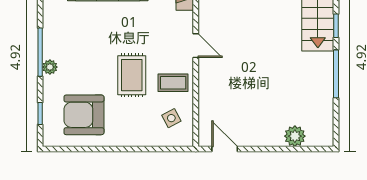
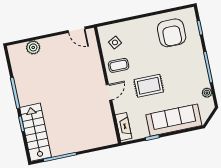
door: (196, 46) -> (109, 92), swing flipped
plant: (50, 67) -> (207, 93), moved
rug: (132, 75) -> (149, 86), moved, turned 90
armchair: (84, 115) -> (172, 33), turned 90

